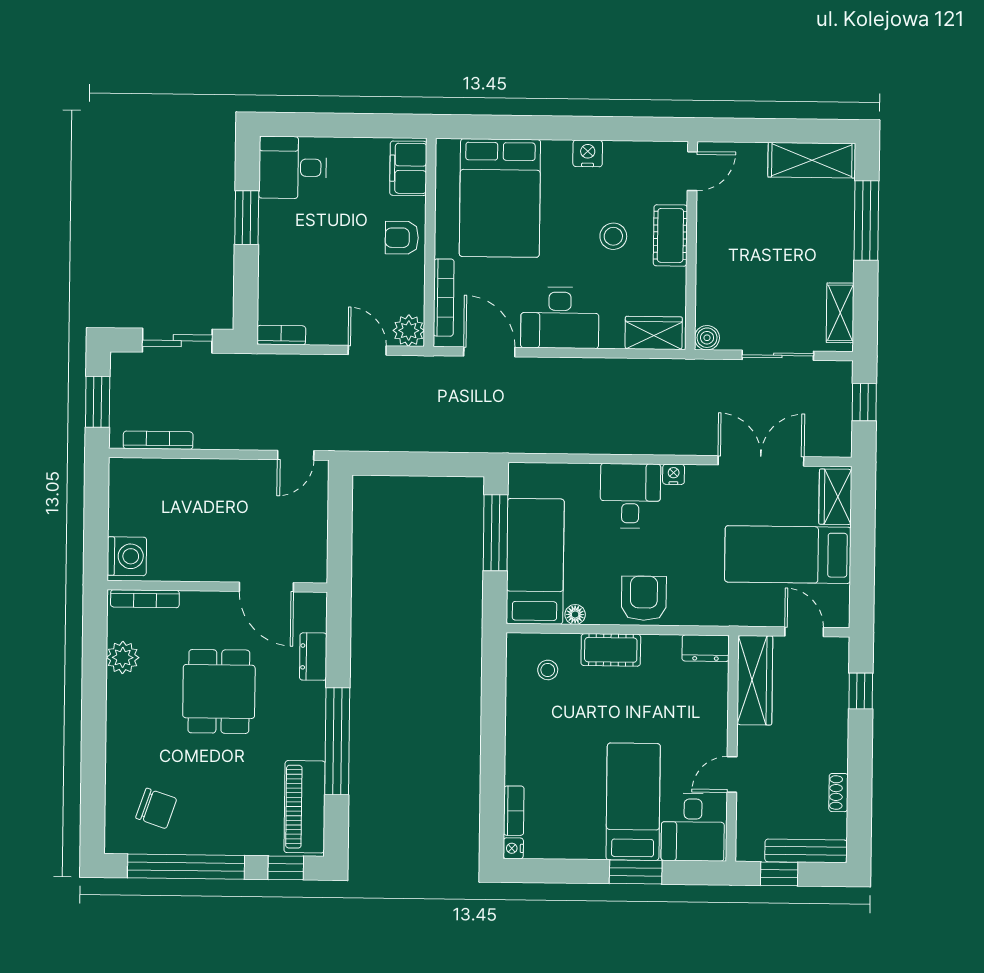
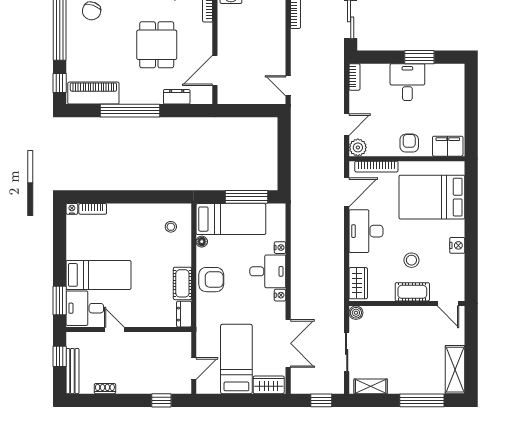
desk: (293, 168) -> (407, 82), moved
nightstand: (588, 473) -> (280, 248), added
cot: (611, 650) -> (182, 283), moved
wardrobe: (755, 680) -> (167, 342), removed
dining table: (219, 691) -> (157, 45), turned 90
window: (636, 872) -> (60, 301), moved

